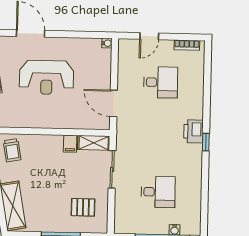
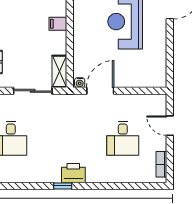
water cooler: (107, 43) -> (80, 83), moved
filing cabinet: (70, 144) -> (58, 24), moved

